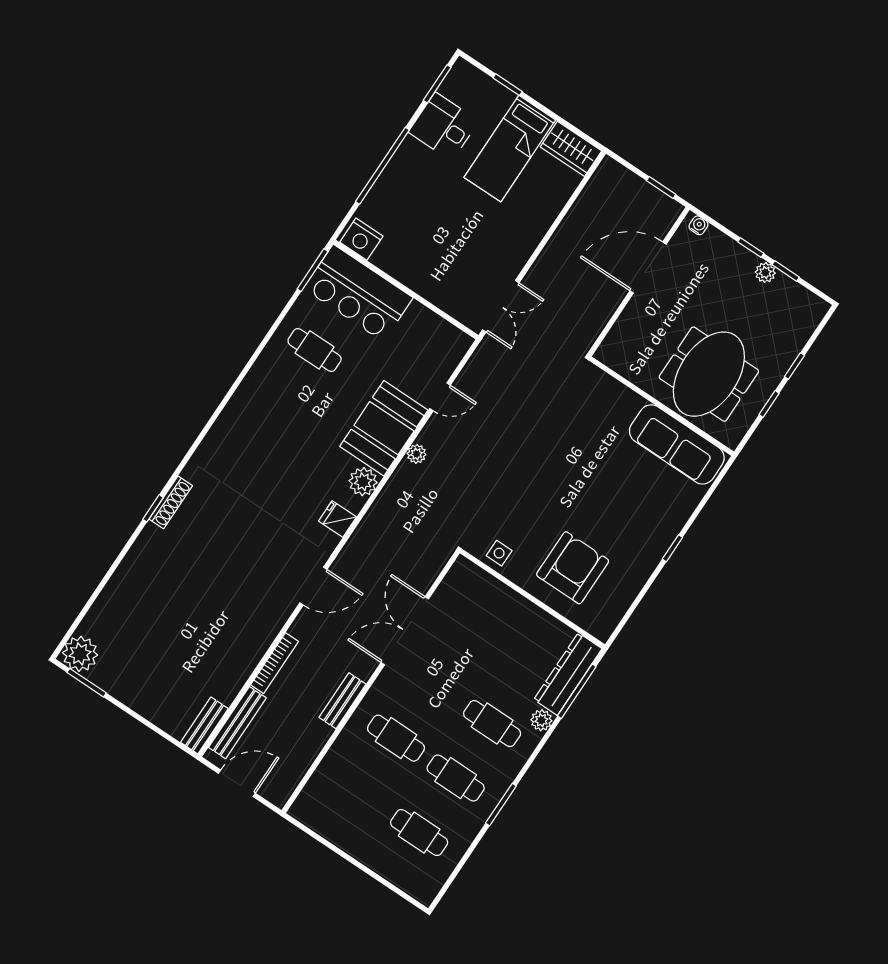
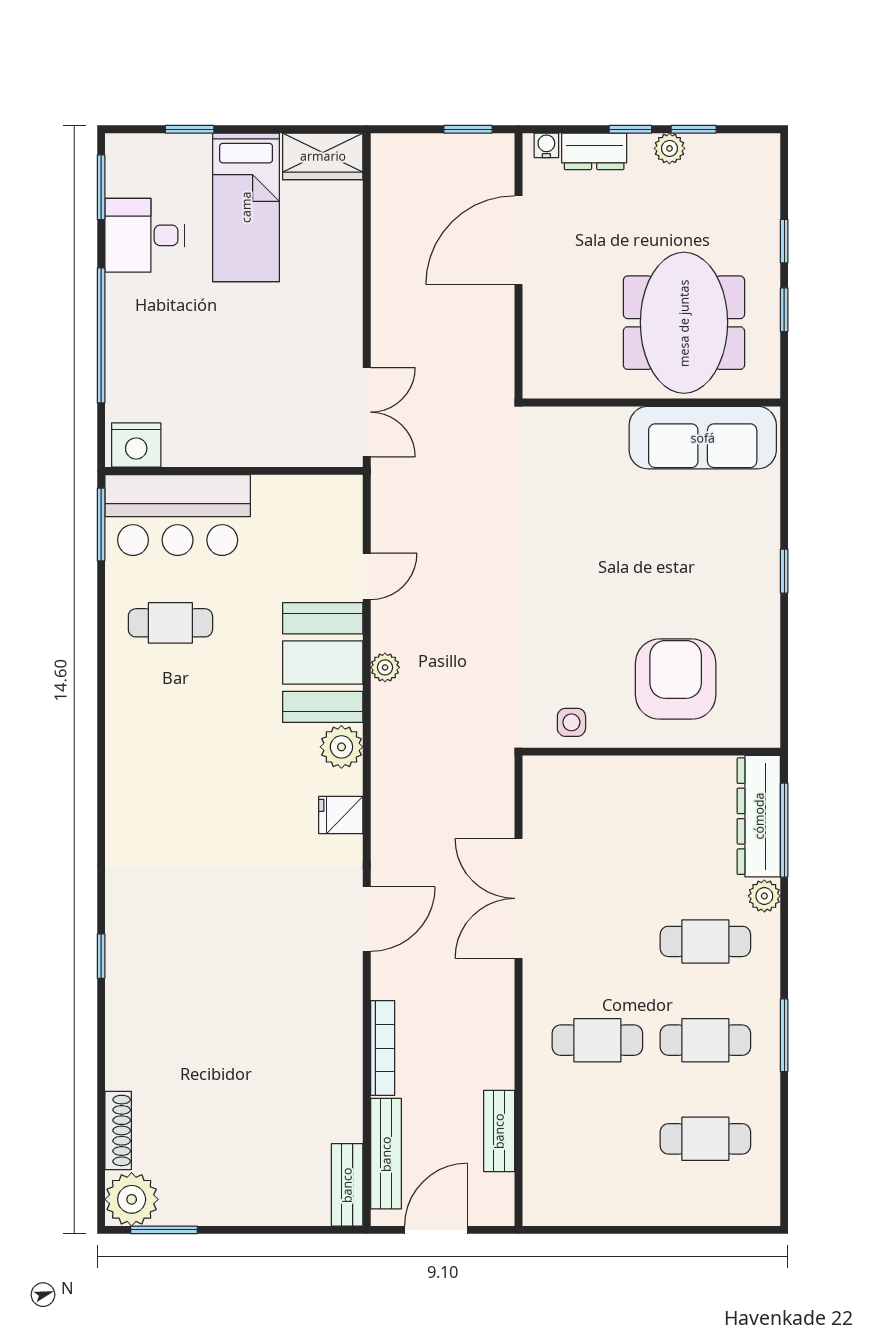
dresser: (723, 246) -> (594, 151), added
shoe rack: (171, 502) -> (118, 1130), moved
bench: (343, 701) -> (499, 1131), moved

